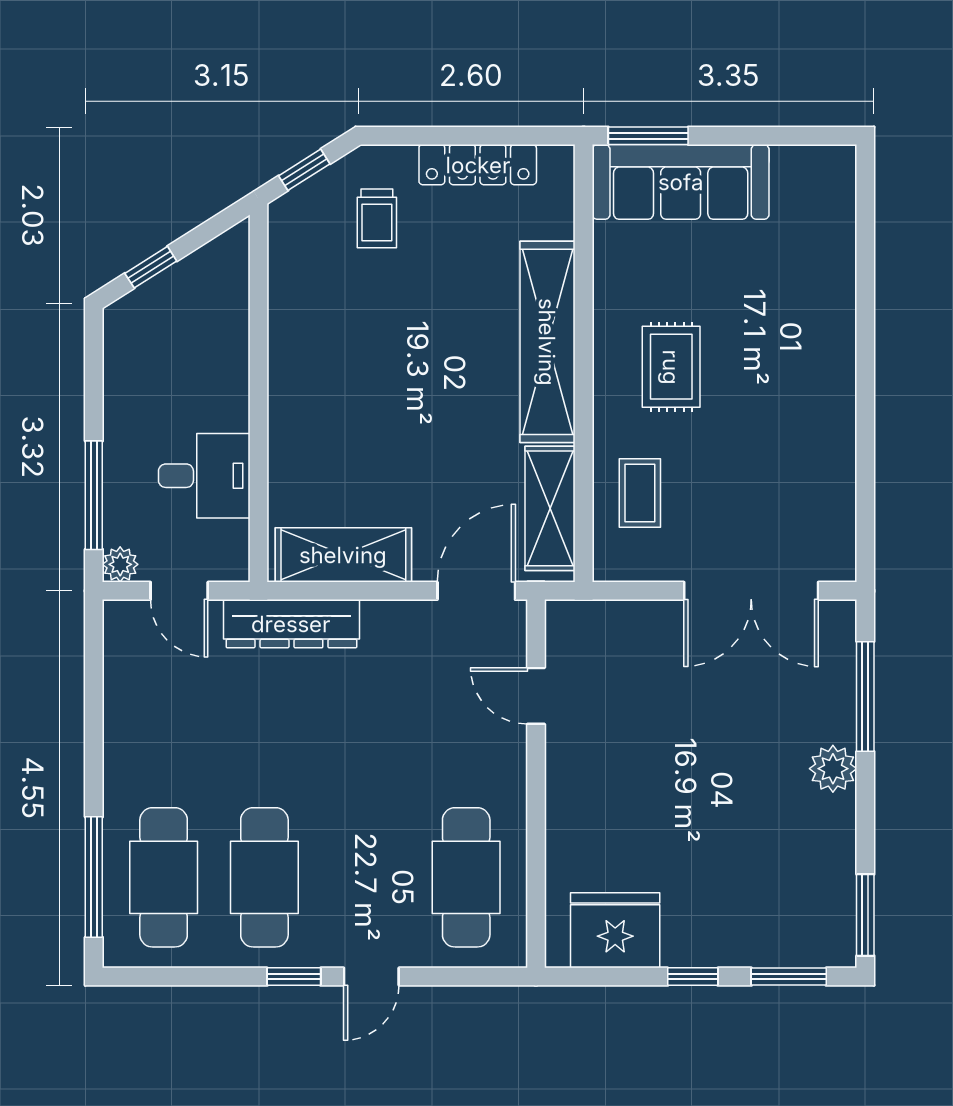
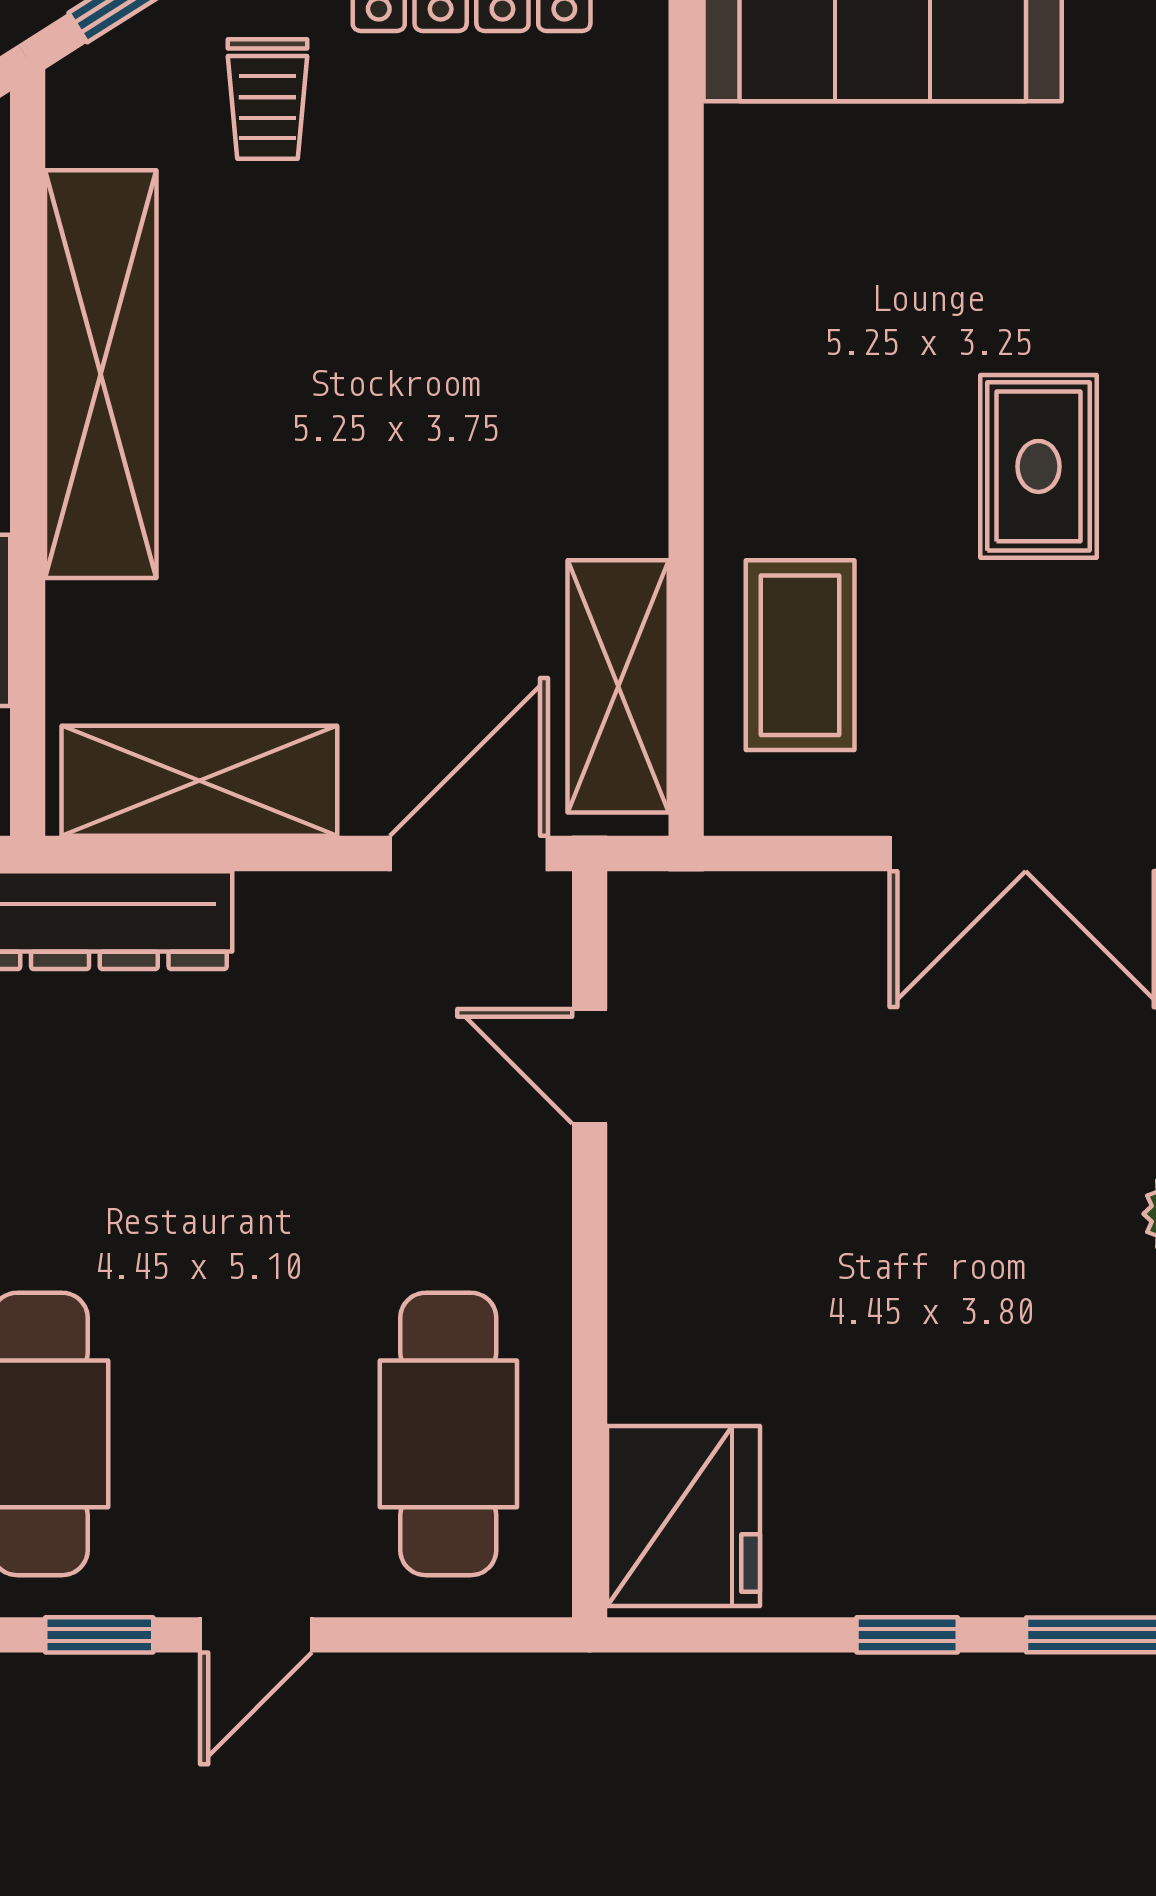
shelving: (547, 342) -> (101, 374), moved
rug: (671, 367) -> (1038, 466), moved
coffee table: (640, 493) -> (800, 655), width x1.36, depth x1.30
fridge: (615, 930) -> (683, 1516), moved, turned 90

